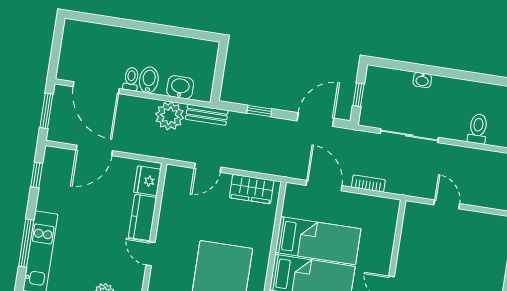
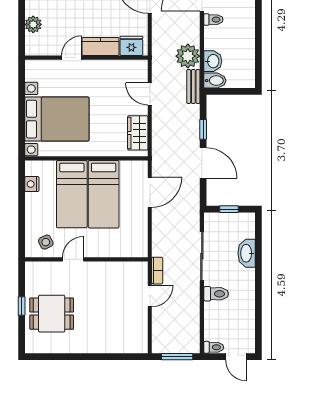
bidet: (149, 80) -> (215, 81), moved
washbasin: (422, 80) -> (247, 253), width x1.91, depth x1.45
door: (316, 120) -> (203, 163), moved
toilet: (478, 129) -> (216, 294), moved
bookcase: (368, 183) -> (157, 271), moved

